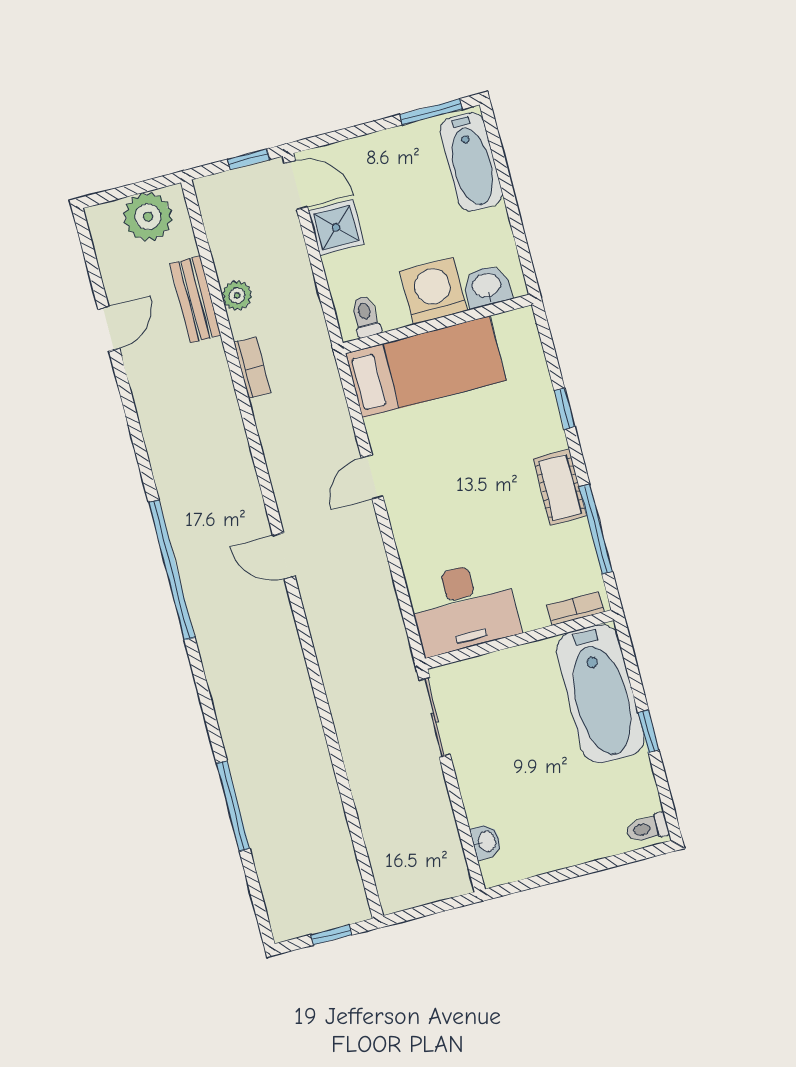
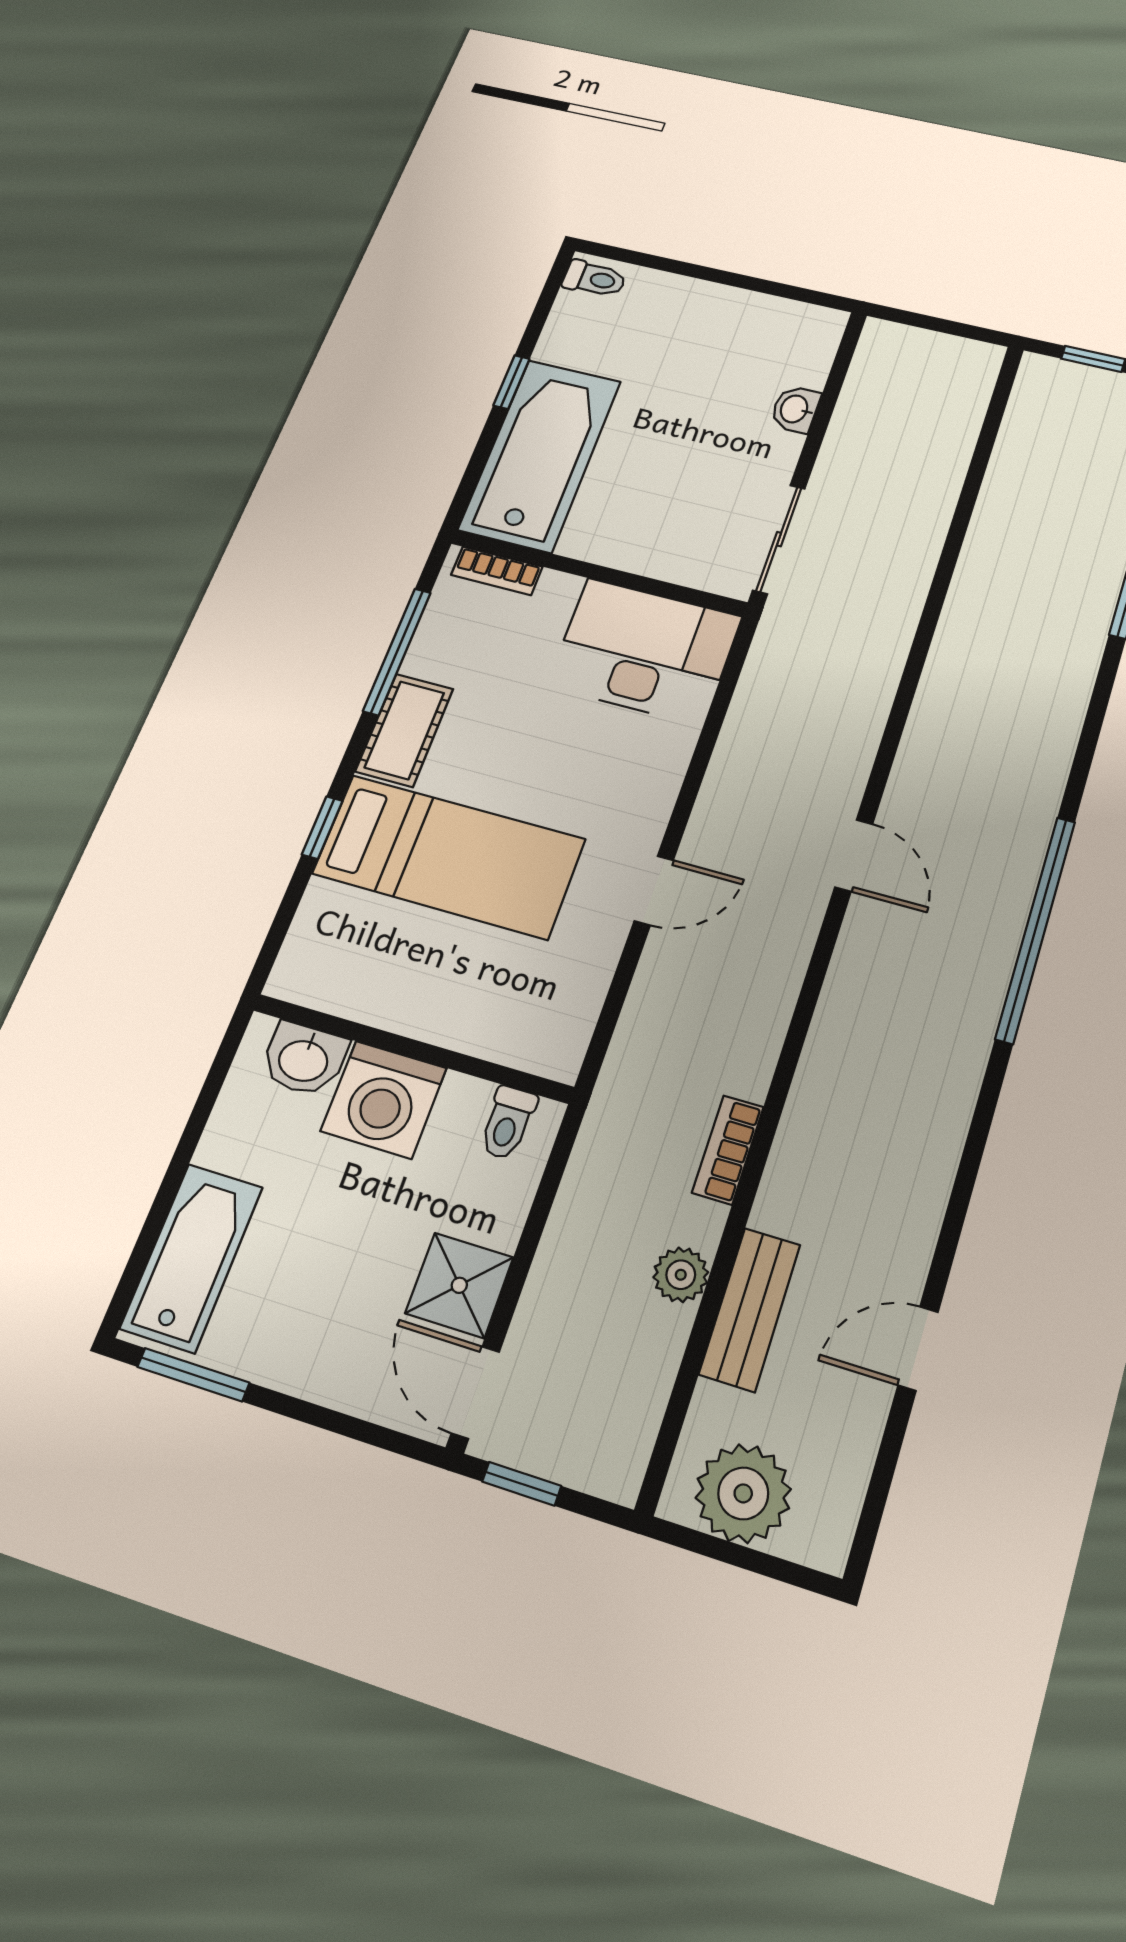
bed: (426, 367) -> (449, 856), moved, turned 180
washbasin: (486, 842) -> (795, 409), moved

